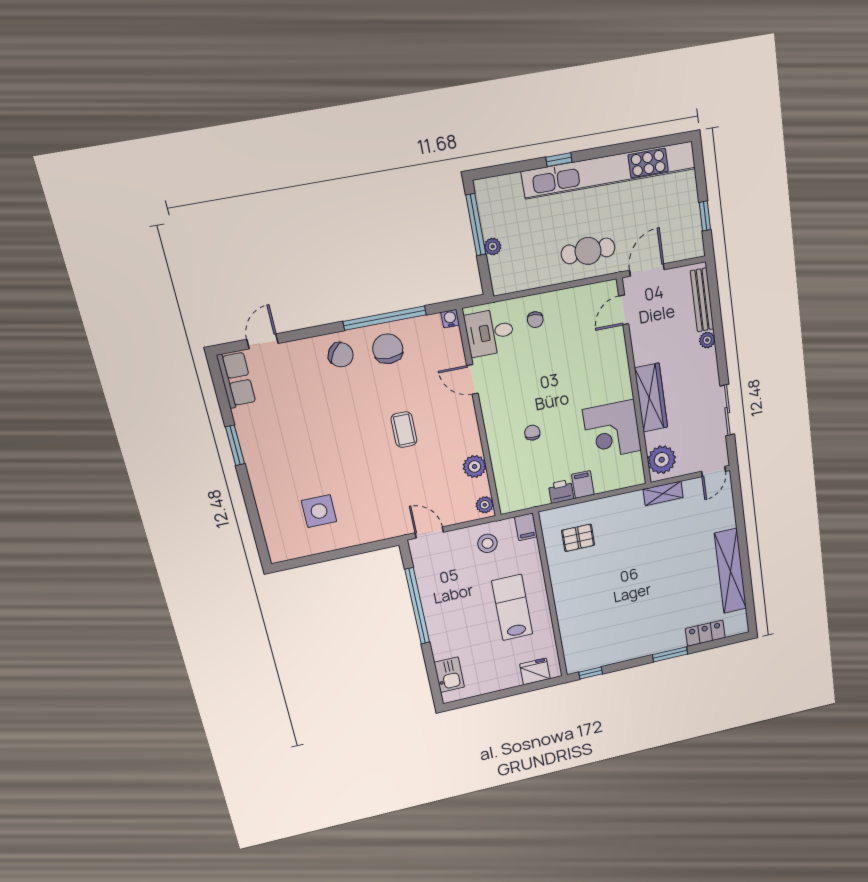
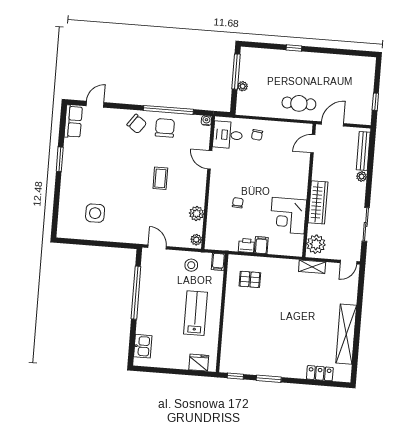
kitchen unit: (609, 170) -> (322, 61), removed
window: (670, 654) -> (269, 379), moved

